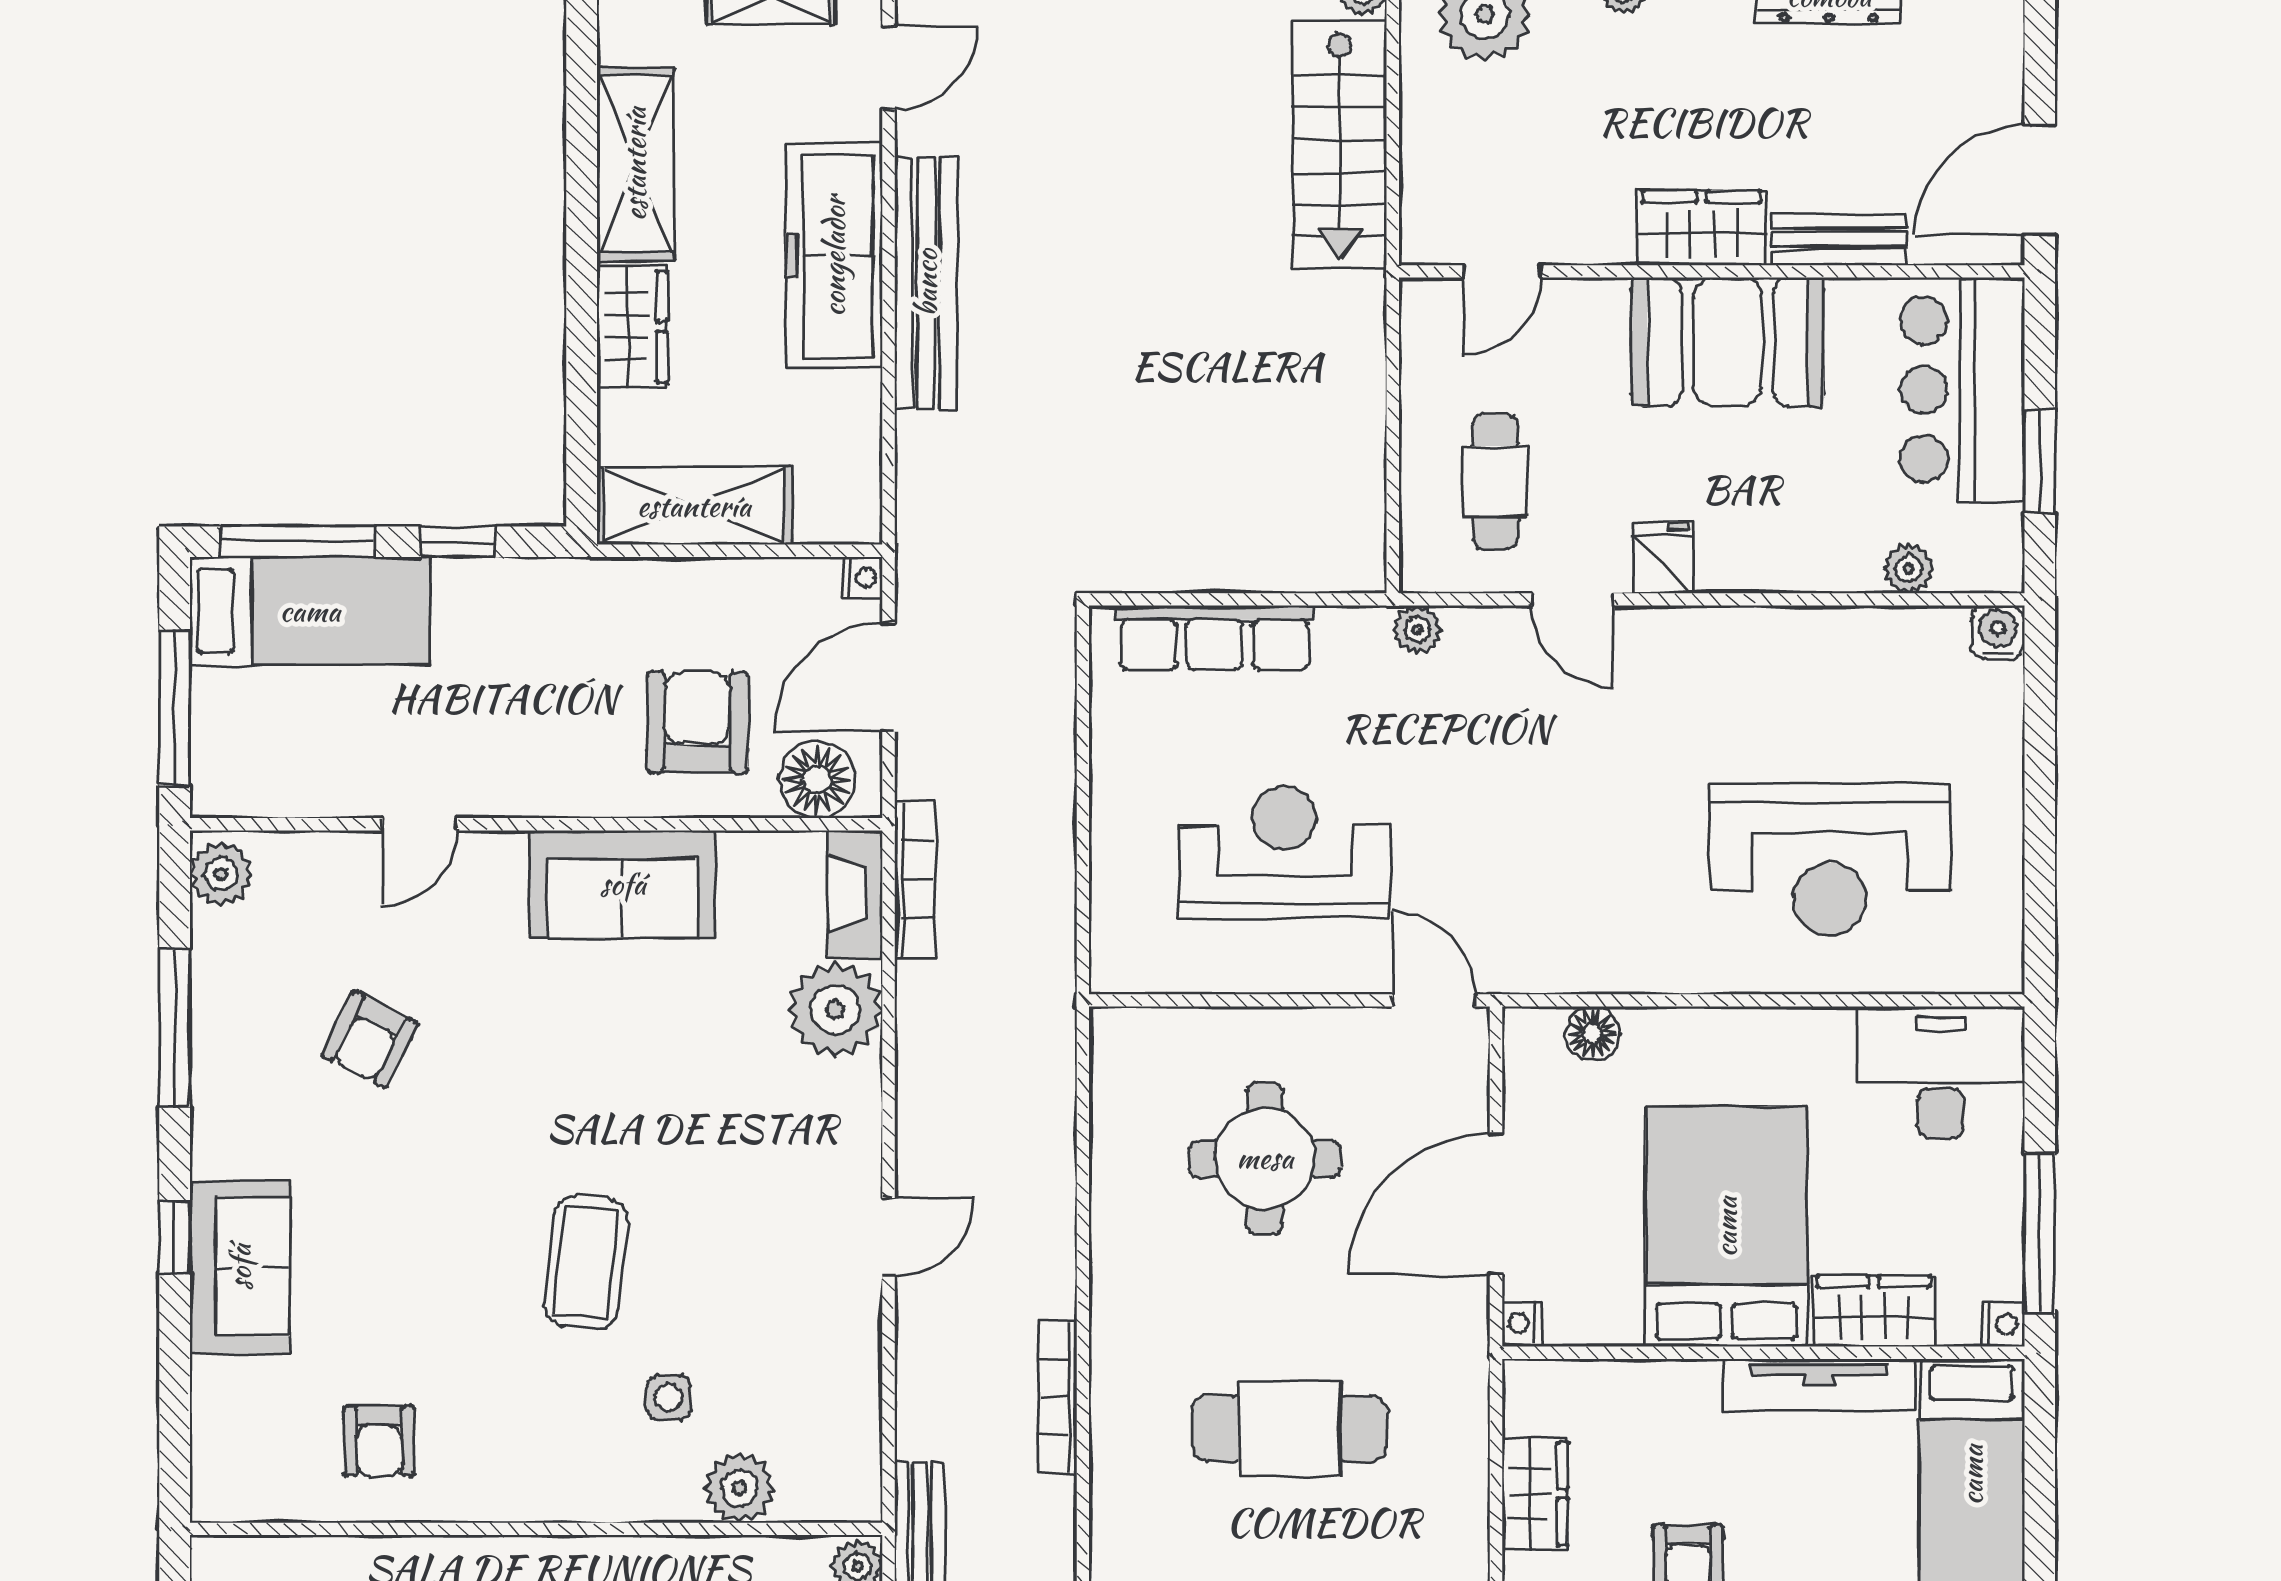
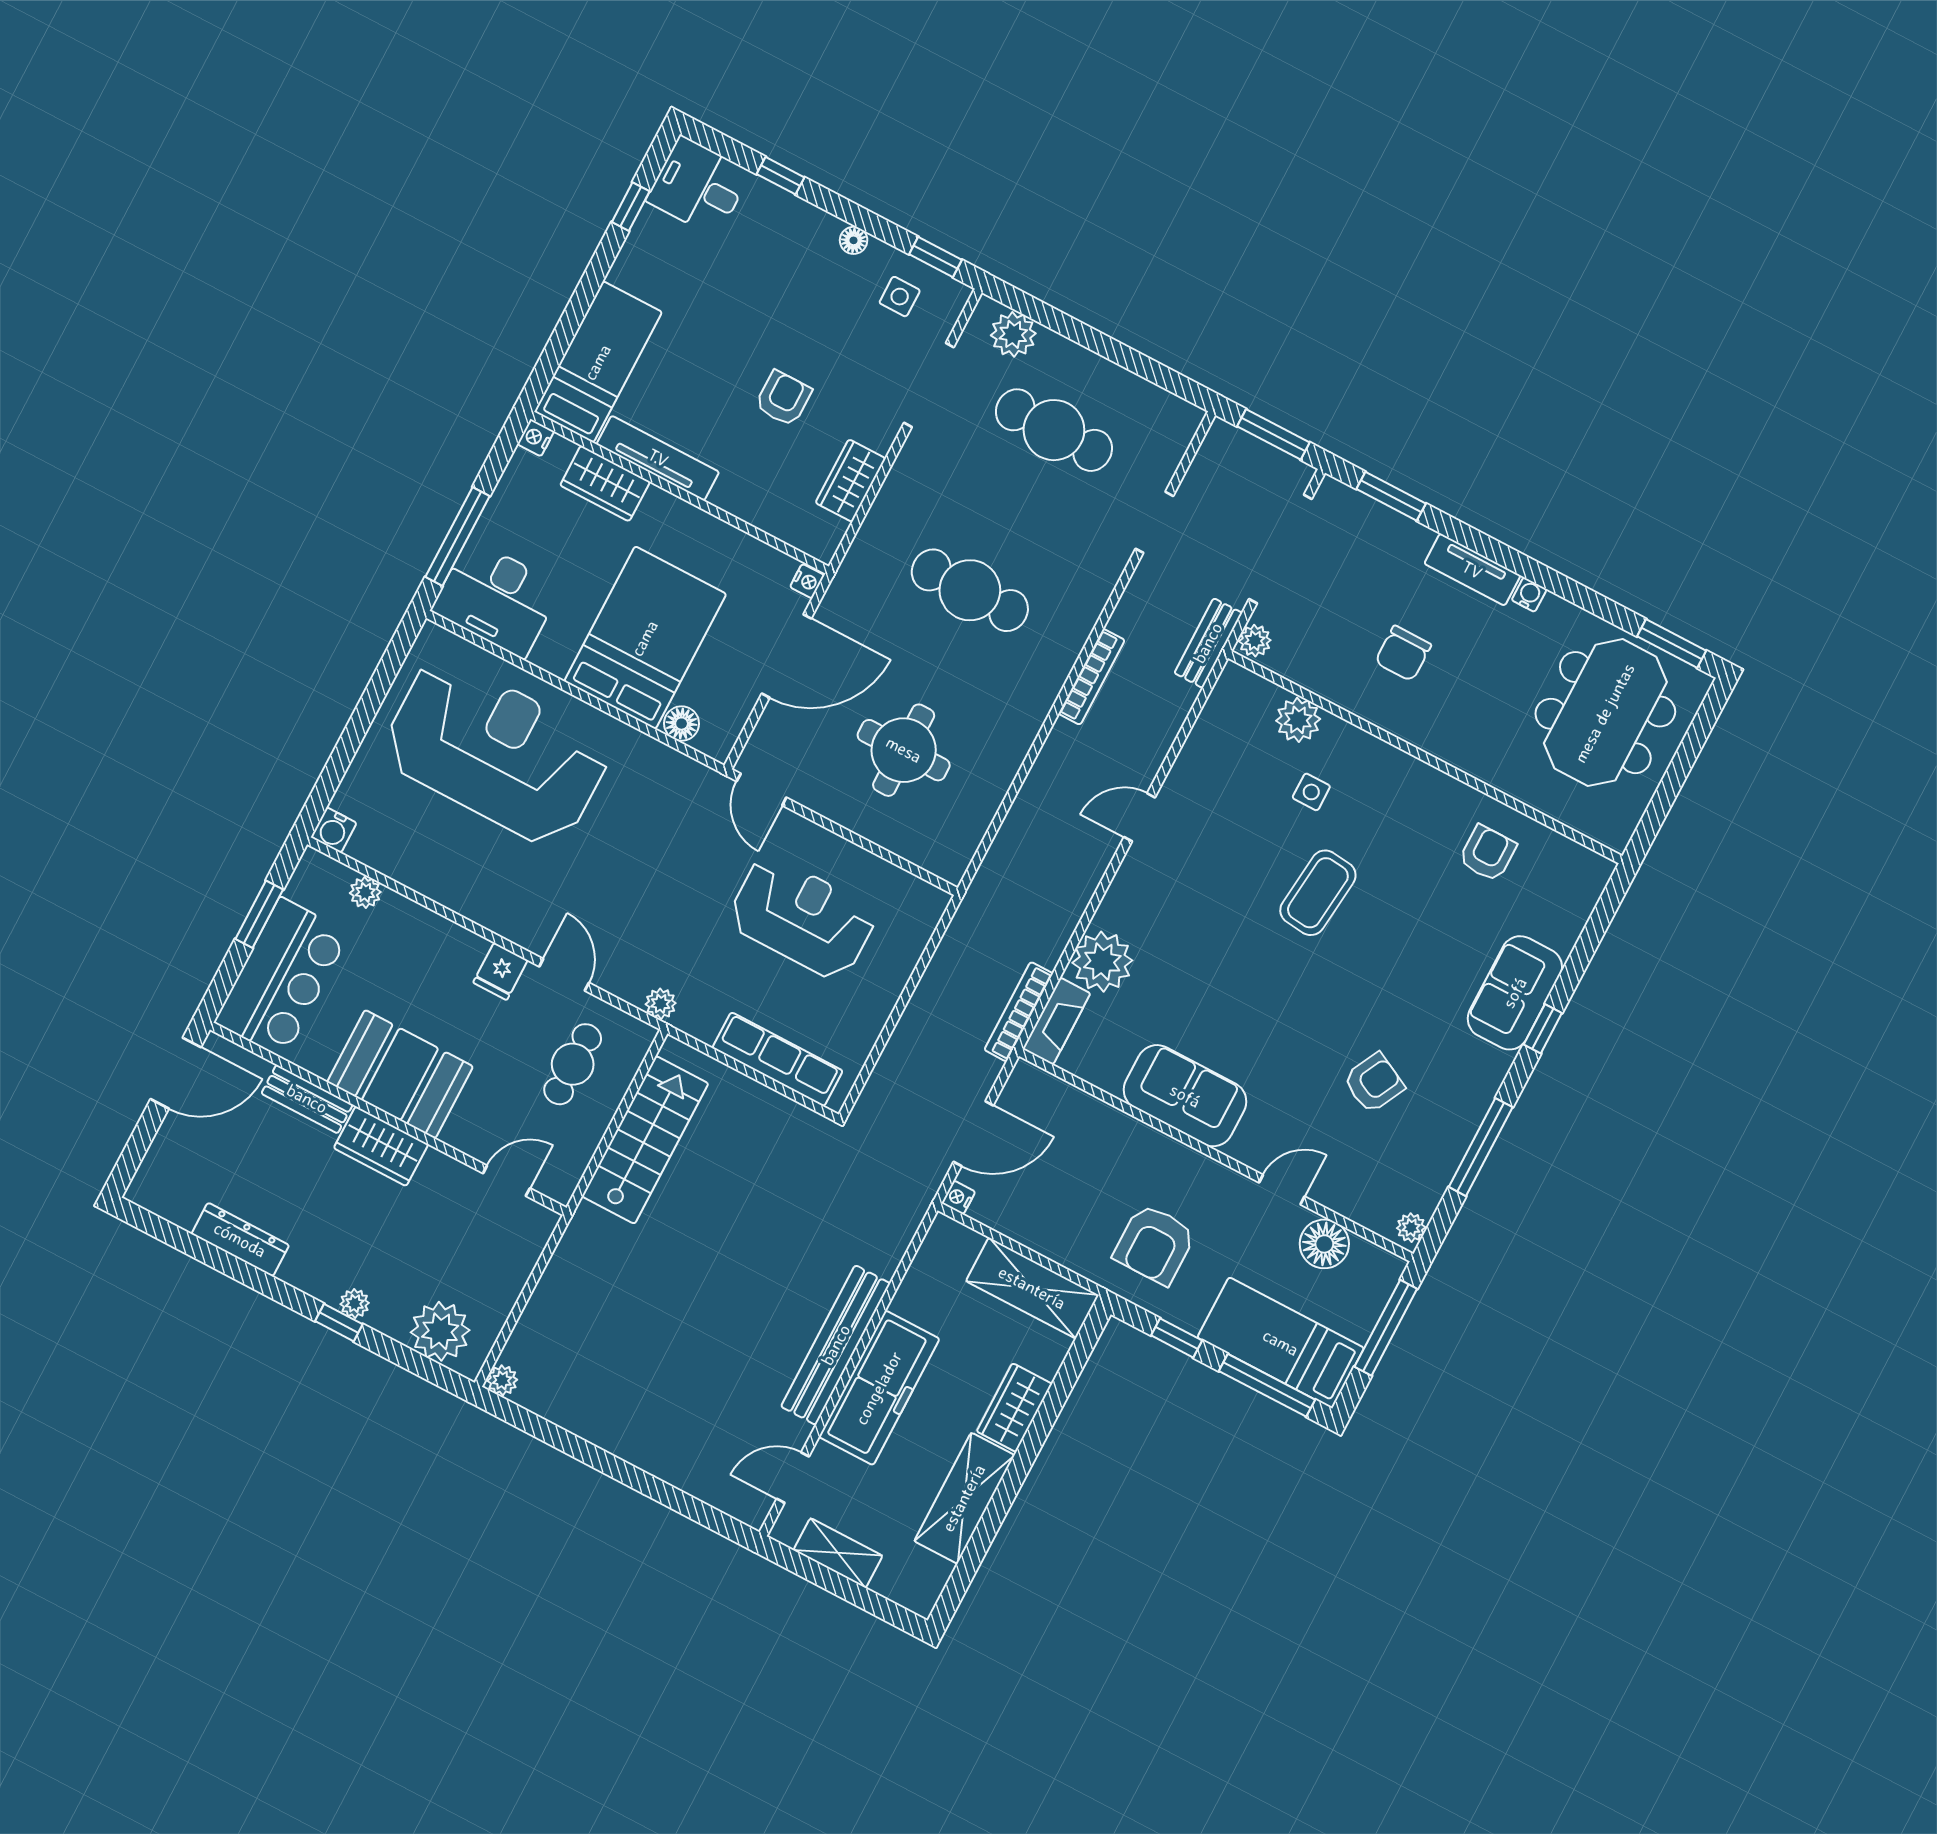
stairs: (1340, 145) -> (645, 1140), moved
armchair: (697, 722) -> (1155, 1244), moved
floor lamp: (817, 780) -> (1324, 1244), moved
reception desk: (1284, 852) -> (802, 917), turned 180
reception desk: (1830, 860) -> (496, 752), width x1.36, depth x1.30
plant: (221, 874) -> (1411, 1228), width x0.73, depth x0.73
bed: (1726, 1227) -> (645, 638), moved, turned 180
window: (2040, 1233) -> (458, 536), moved

